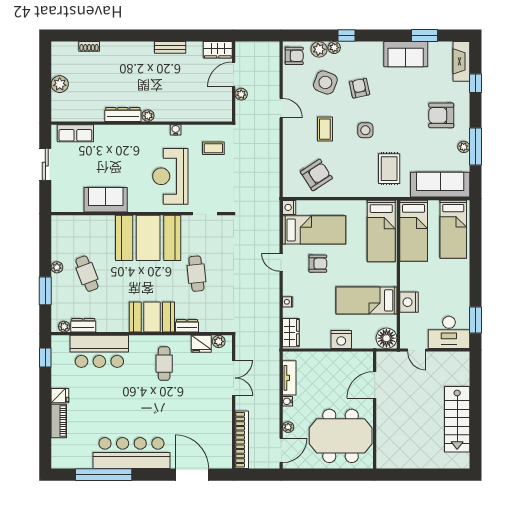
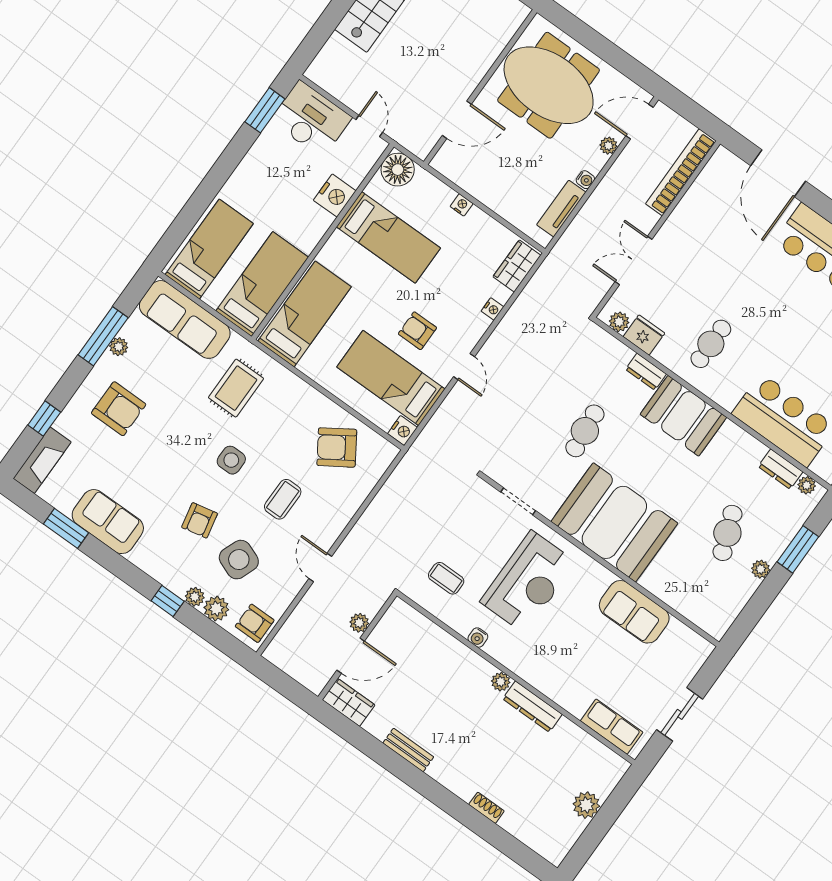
shoe rack: (89, 46) -> (486, 808), moved
nightstand: (341, 339) -> (462, 205), width x0.53, depth x0.56

